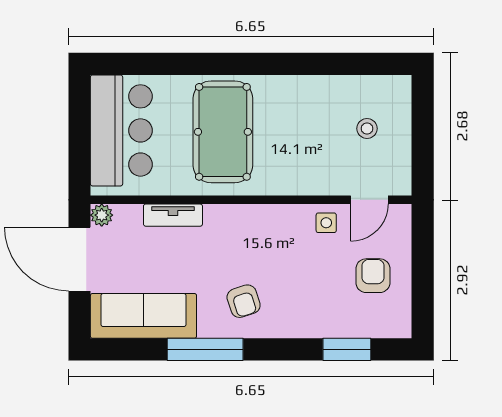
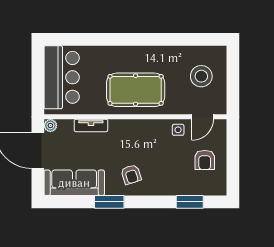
stool: (367, 129) -> (201, 76), width x1.89, depth x1.89
pool table: (223, 132) -> (136, 90), moved, turned 90
armchair: (373, 276) -> (205, 160), turned 180
window: (205, 349) -> (109, 202), width x0.69

